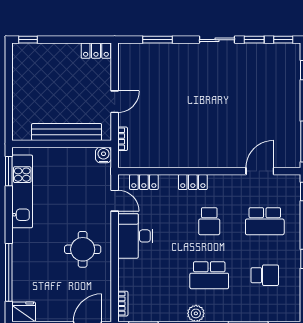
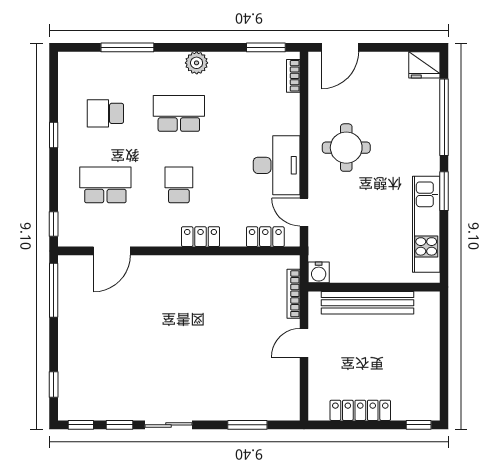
locker: (96, 51) -> (360, 410), moved, width x1.53
bookcase: (123, 139) -> (293, 294), width x1.56
window: (9, 171) -> (444, 191), moved

